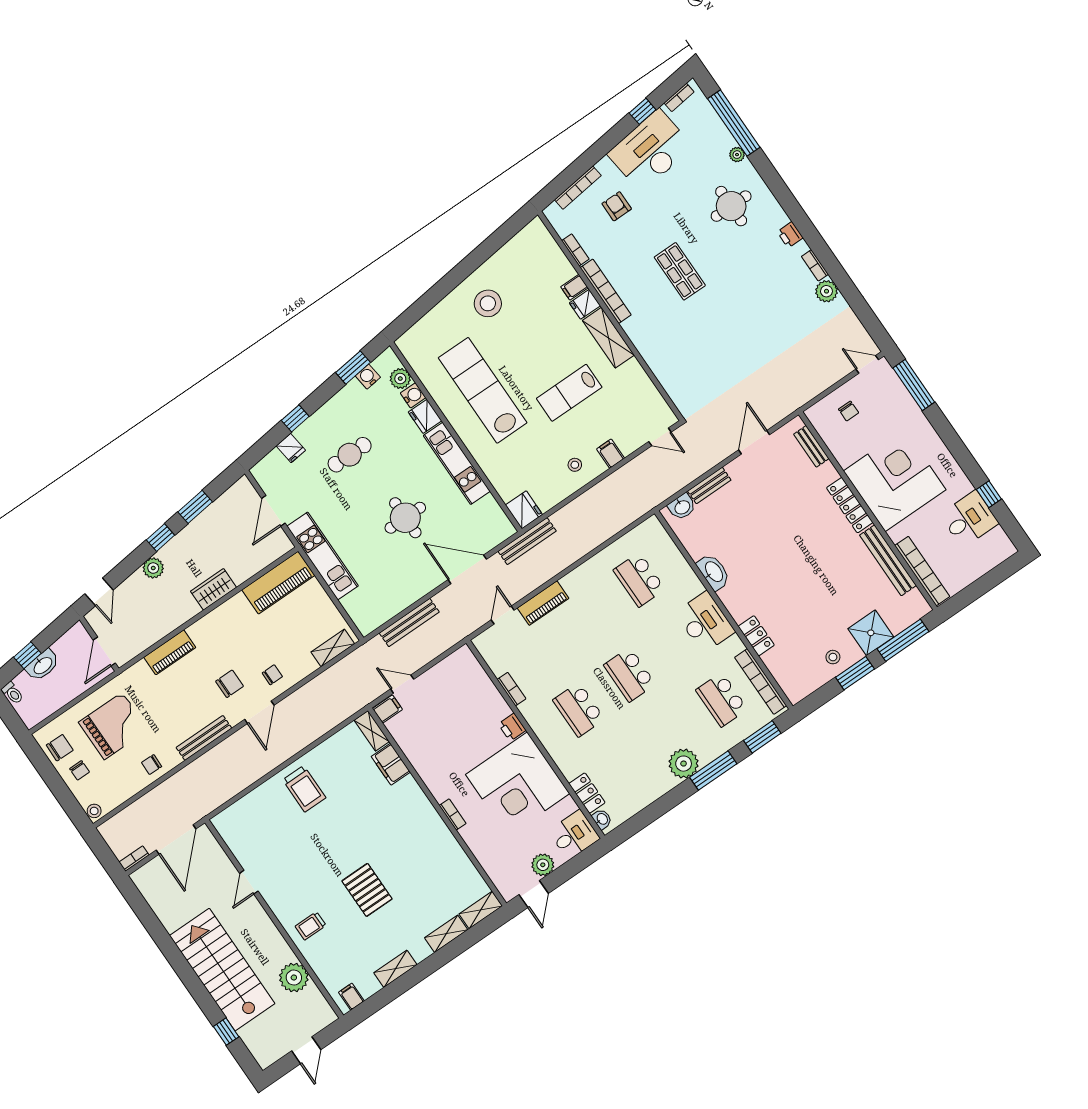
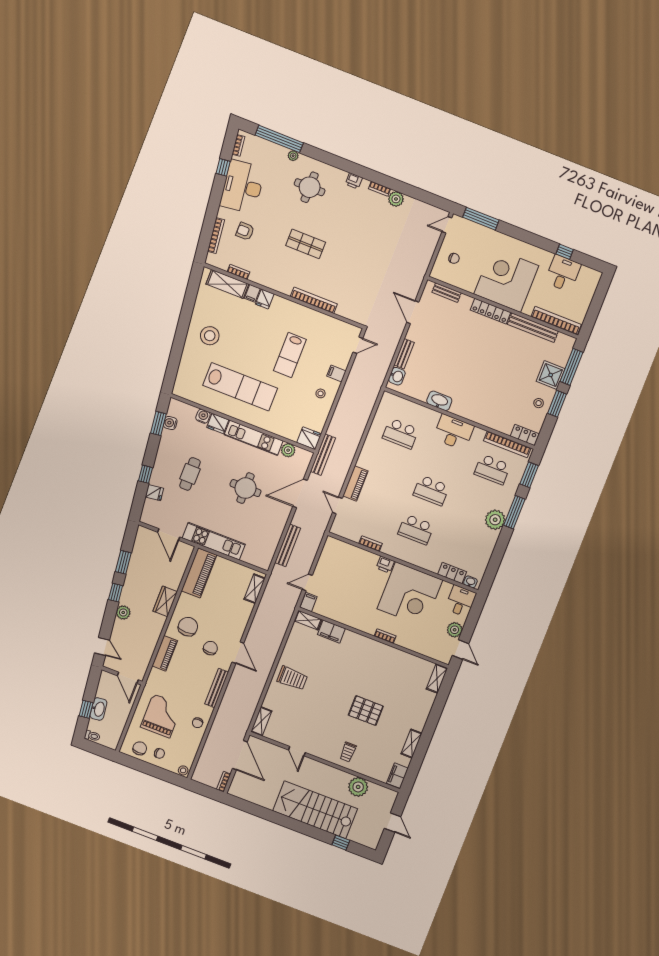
bookcase: (606, 291) -> (314, 300), moved
shelving: (608, 338) -> (227, 284), moved
plant: (400, 379) -> (288, 450), moved
lab bench: (483, 390) -> (240, 387), turned 180
locker: (756, 636) -> (525, 435), moved
chair: (272, 675) -> (188, 627), moved, width x1.87, depth x1.87
shelving: (446, 934) -> (261, 721), moved
filing cabinet: (351, 997) -> (397, 776), width x2.00

